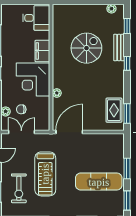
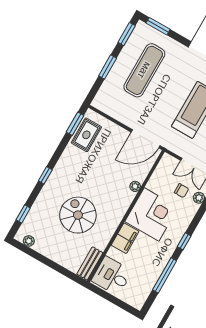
spiral stairs: (86, 48) -> (78, 215), turned 90
bench: (119, 48) -> (90, 263), moved
exercise mat: (99, 182) -> (144, 70), turned 90

